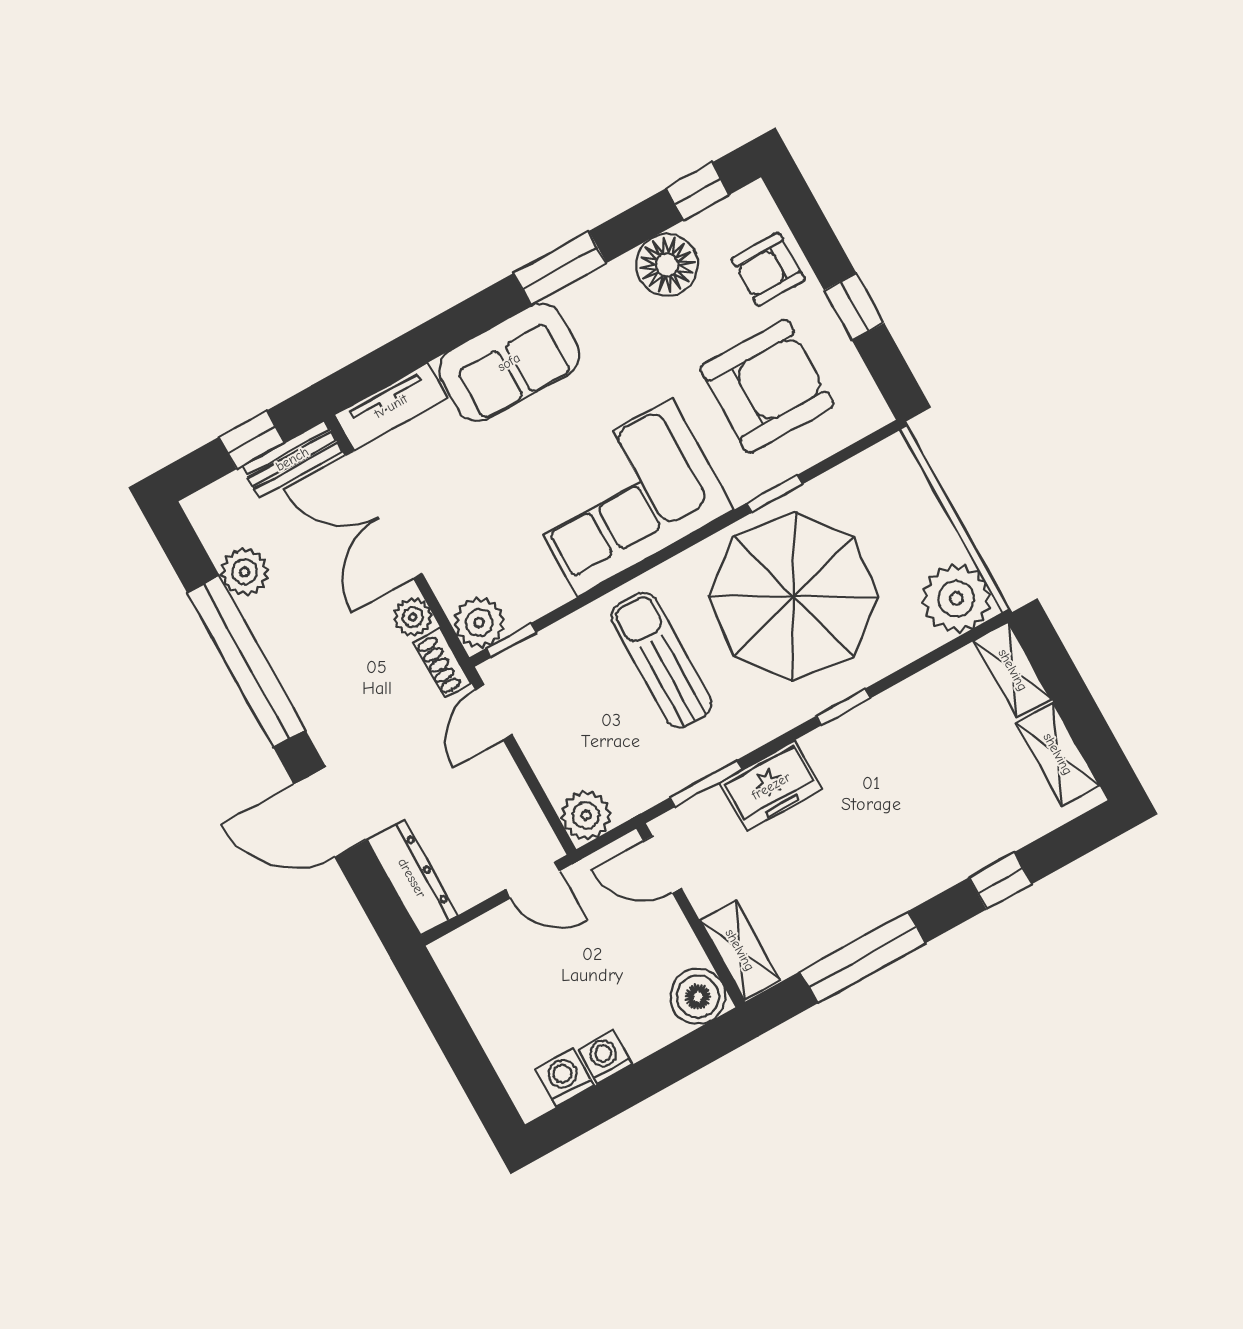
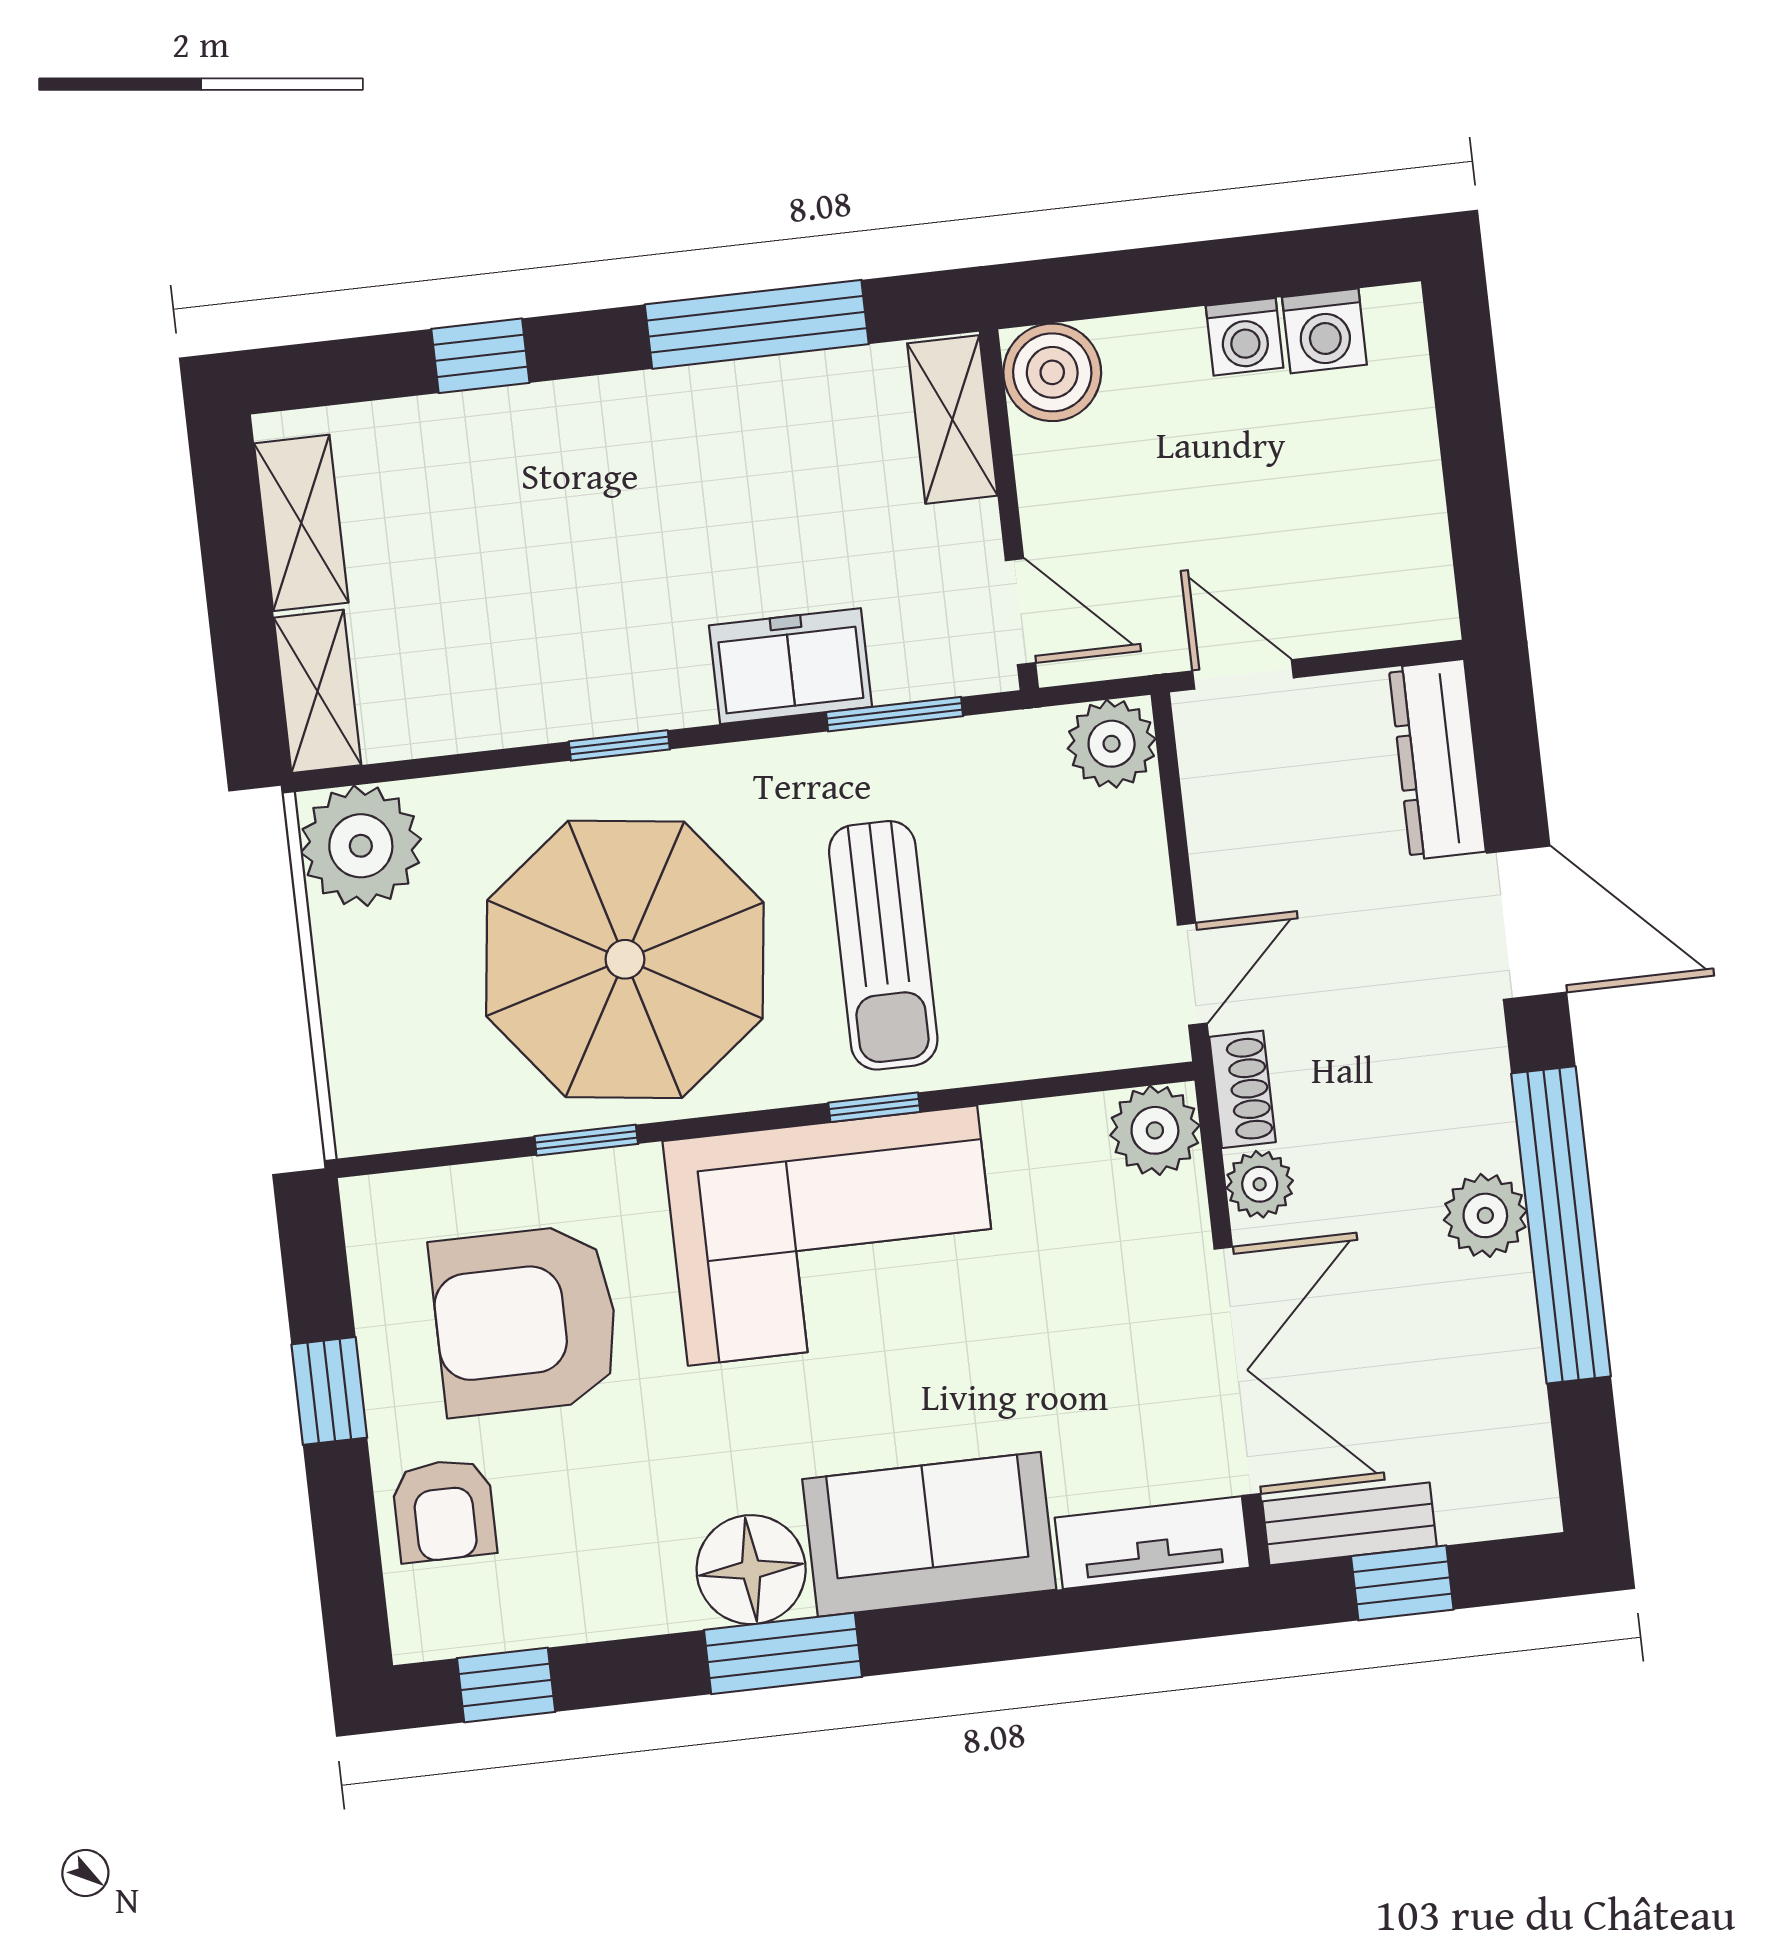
floor lamp: (667, 265) -> (751, 1570), moved
armchair: (768, 269) -> (444, 1510), turned 90
plant: (245, 572) -> (1485, 1215), moved
window: (511, 640) -> (874, 1107), moved

